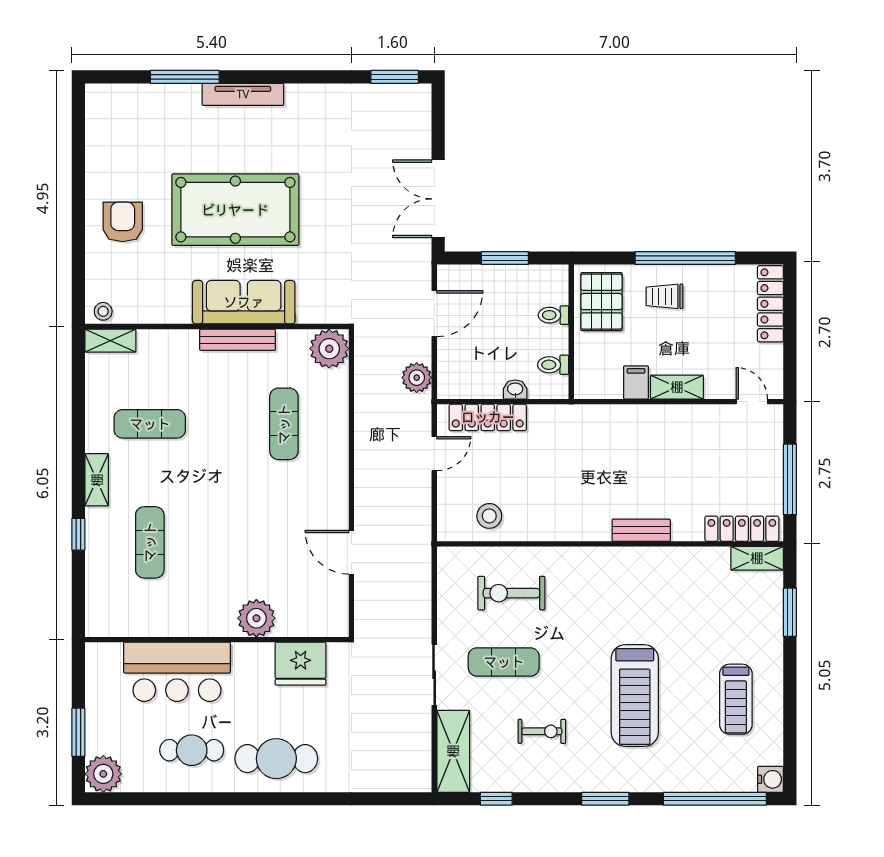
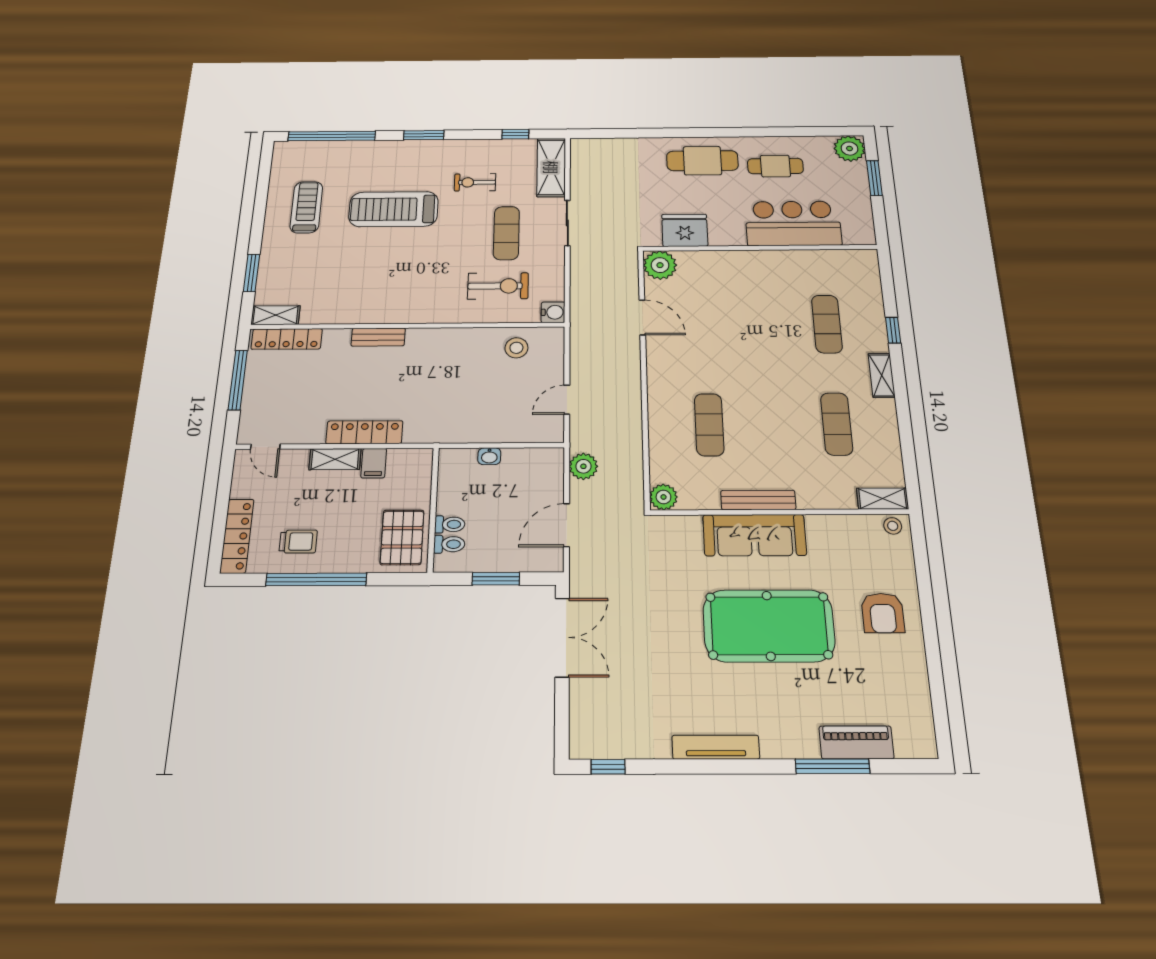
window: (395, 77) -> (608, 767), width x0.67
tv unit: (243, 94) -> (716, 747), moved
piano: (160, 98) -> (856, 742), added
trolley: (664, 296) -> (298, 542), moved
plant: (329, 349) -> (663, 497), width x0.73, depth x0.73
toilet: (553, 365) -> (449, 544), moved
locker: (488, 417) -> (364, 432), moved
exercise mat: (150, 424) -> (837, 424), turned 90
plant: (256, 618) -> (660, 265), moved
exercise mat: (504, 662) -> (506, 233), turned 90
treadmill: (635, 695) -> (394, 209), turned -90
water cooler: (771, 779) -> (553, 312), moved, turned 180

